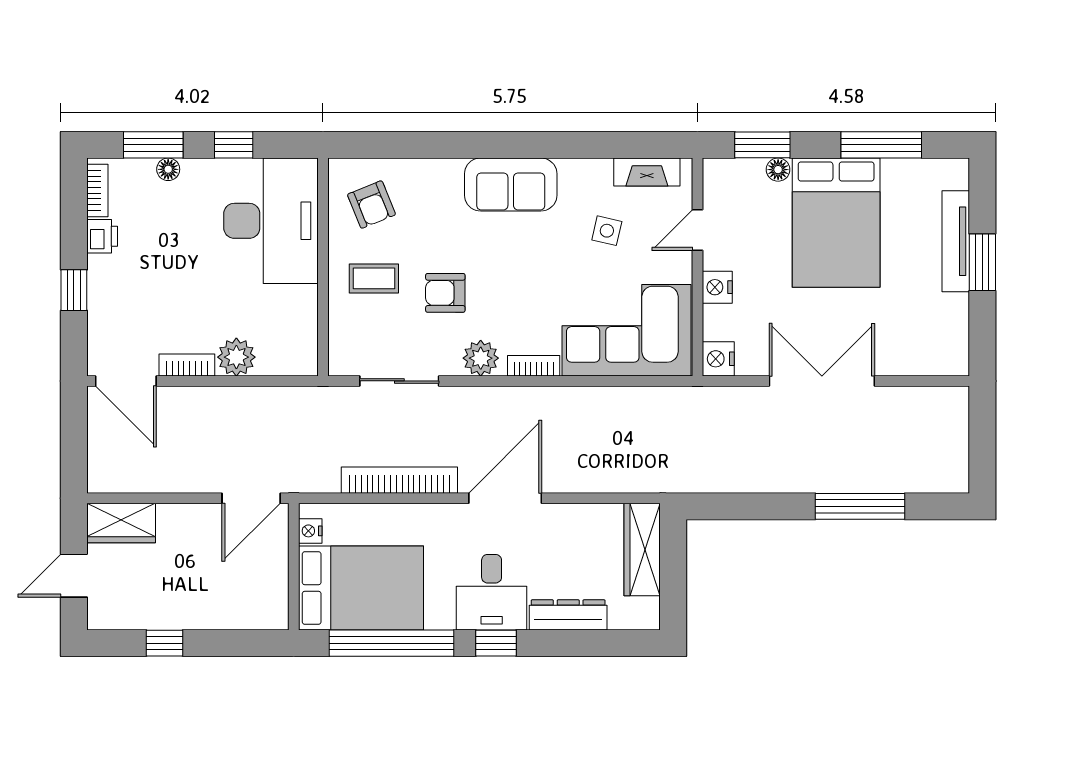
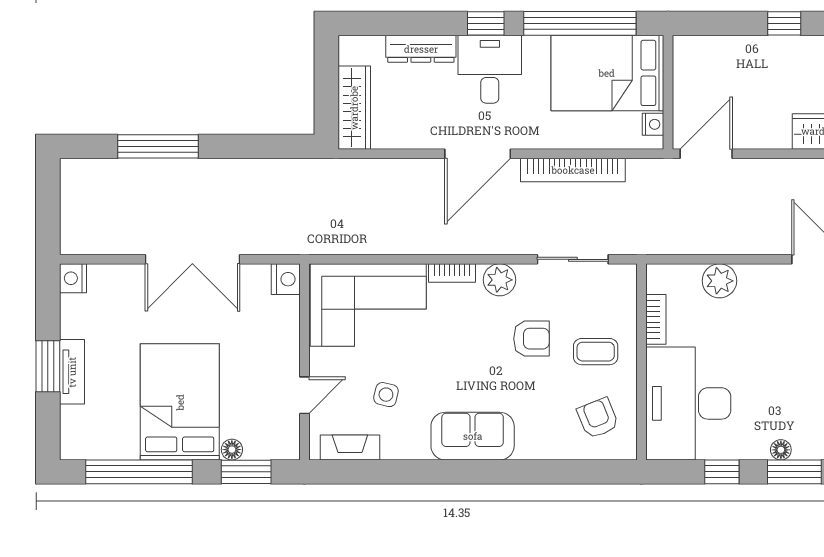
window: (881, 145) -> (139, 472), width x1.46
tv unit: (956, 241) -> (72, 372), width x0.71
nightstand: (717, 287) -> (73, 278), moved, turned 180
bookcase: (187, 365) -> (656, 319), moved, turned -90

